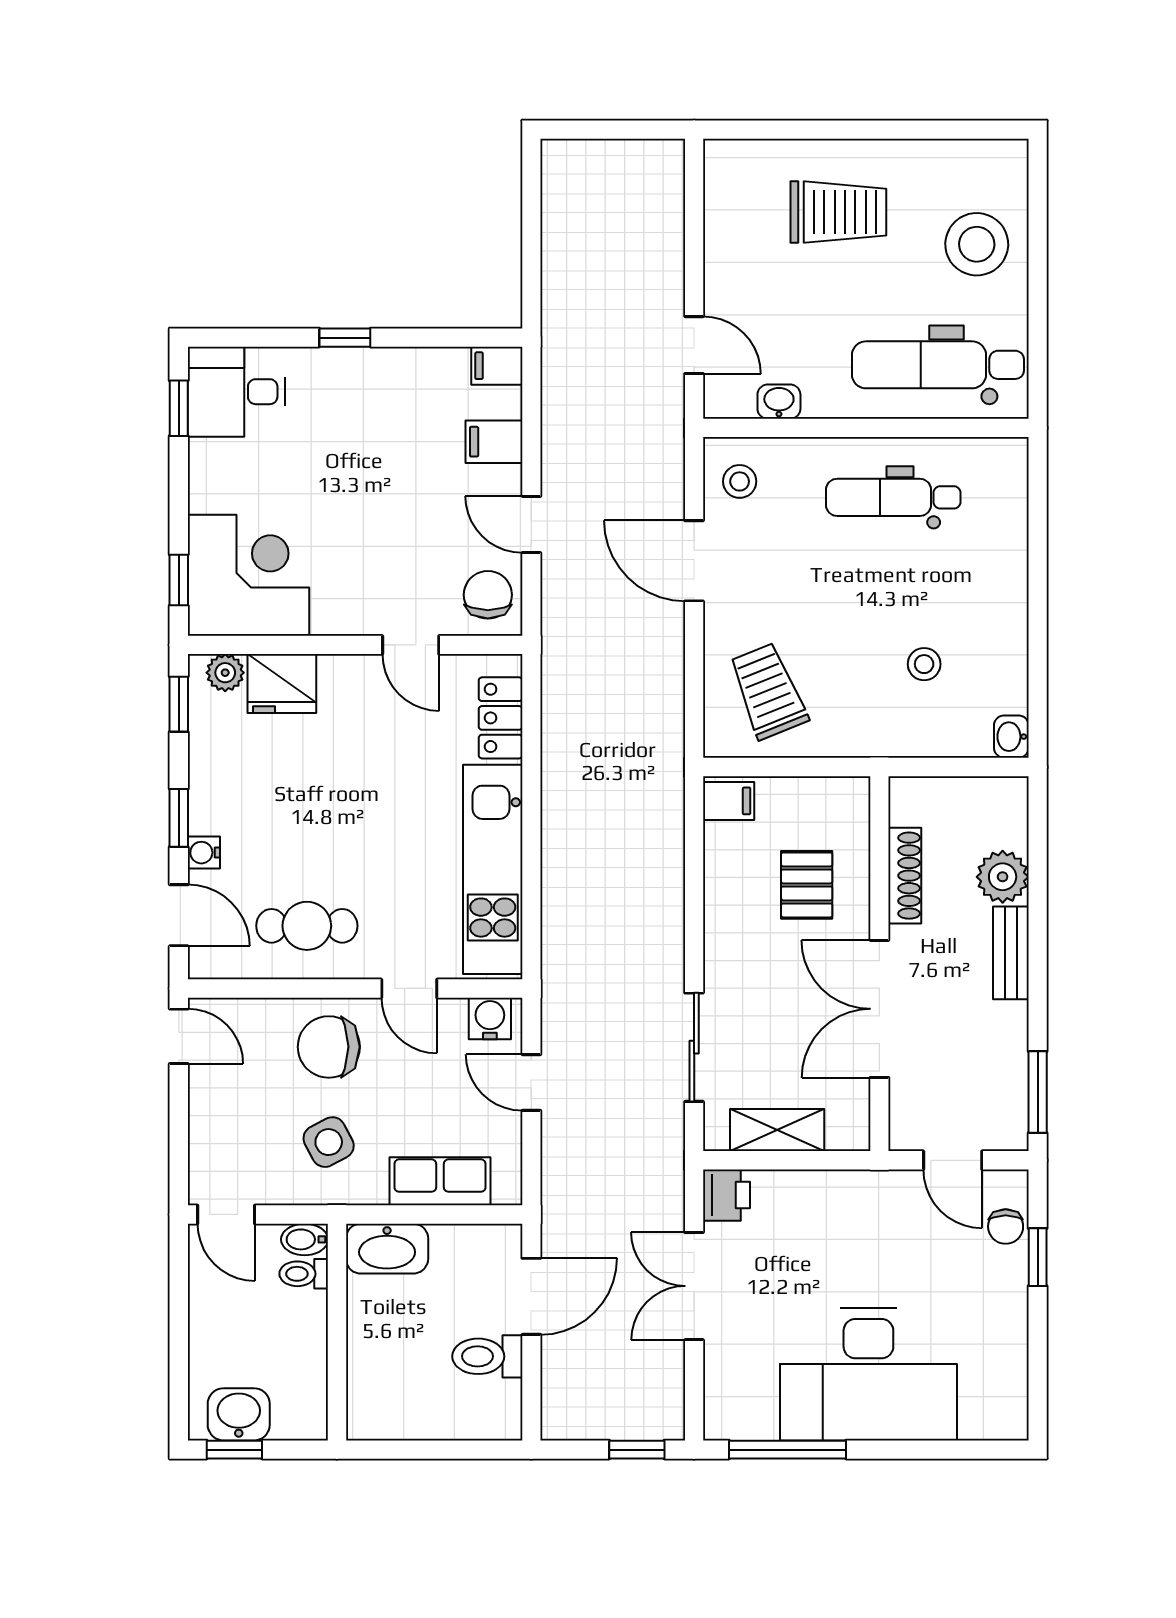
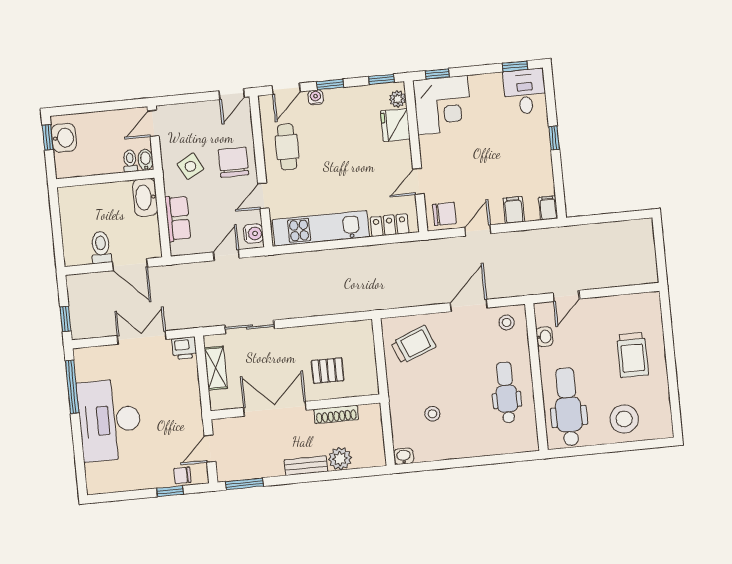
filing cabinet: (729, 801) -> (362, 332), removed

